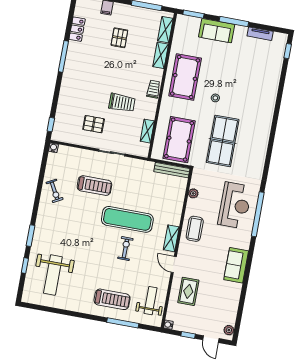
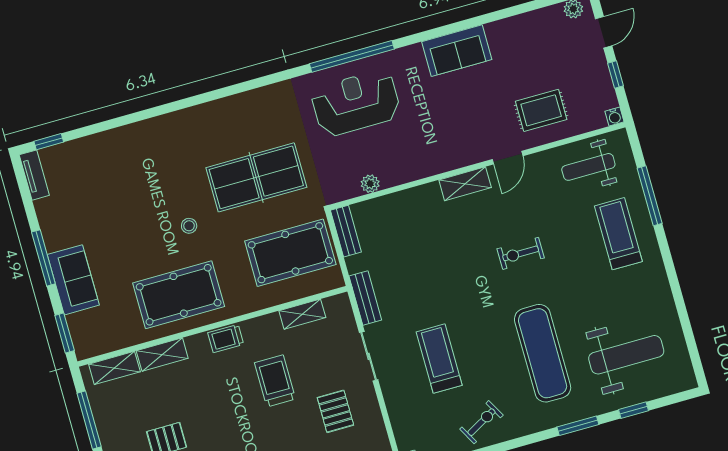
tv unit: (260, 34) -> (34, 175), moved
bench: (140, 165) -> (365, 298), added
bench: (172, 170) -> (346, 231), width x0.73
exercise mat: (127, 219) -> (543, 353), moved
coffee table: (195, 229) -> (429, 152), removed

